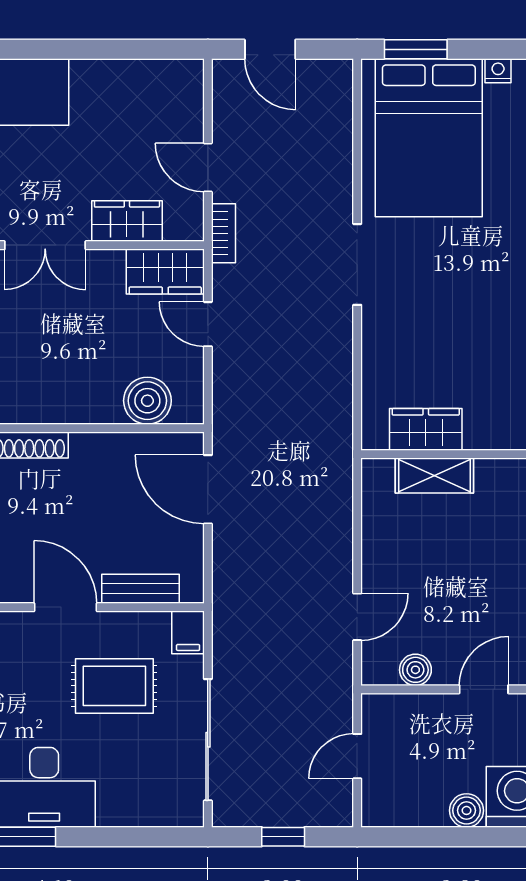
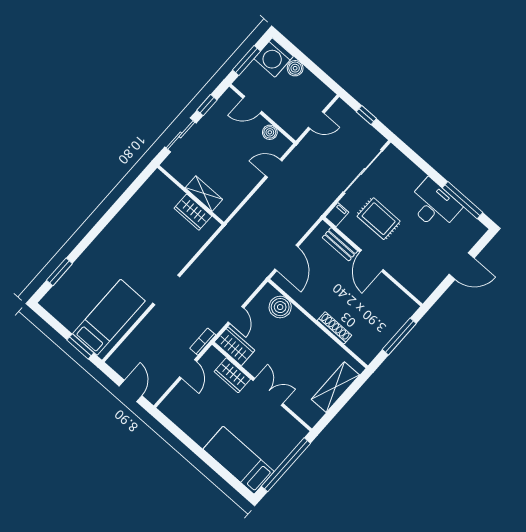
nightstand: (498, 71) -> (58, 314), removed
bed: (429, 138) -> (109, 317), width x0.67

